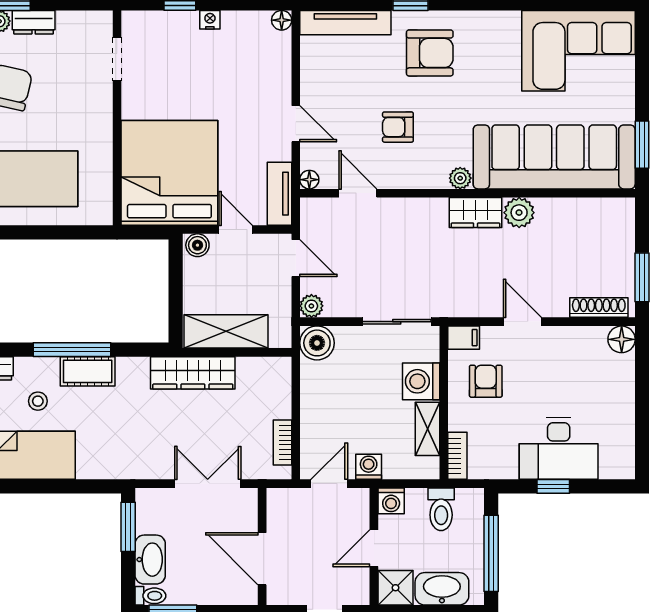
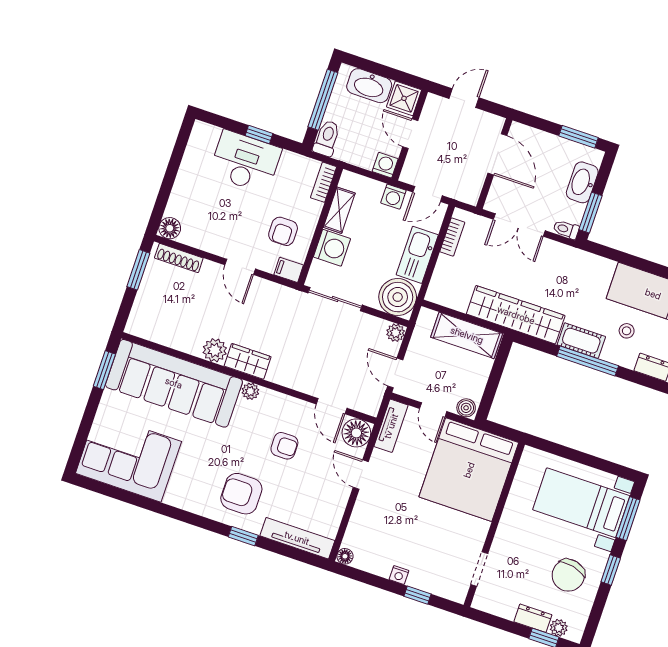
floor lamp: (309, 180) -> (356, 433), width x1.89, depth x1.89
boiler: (317, 343) -> (398, 297), width x1.37, depth x1.37
wardrobe: (193, 373) -> (516, 315), width x1.40, depth x1.17
kitchen sink: (317, 407) -> (417, 255), added
toilet: (441, 509) -> (327, 138), moved
door: (374, 548) -> (410, 134), swing flipped
toilet: (150, 596) -> (566, 229), moved

